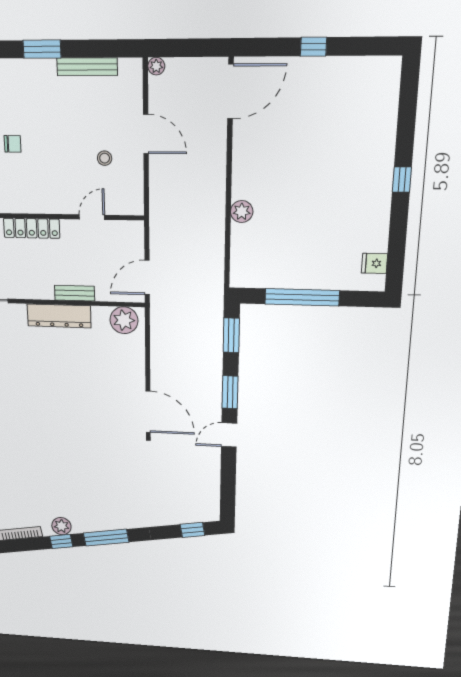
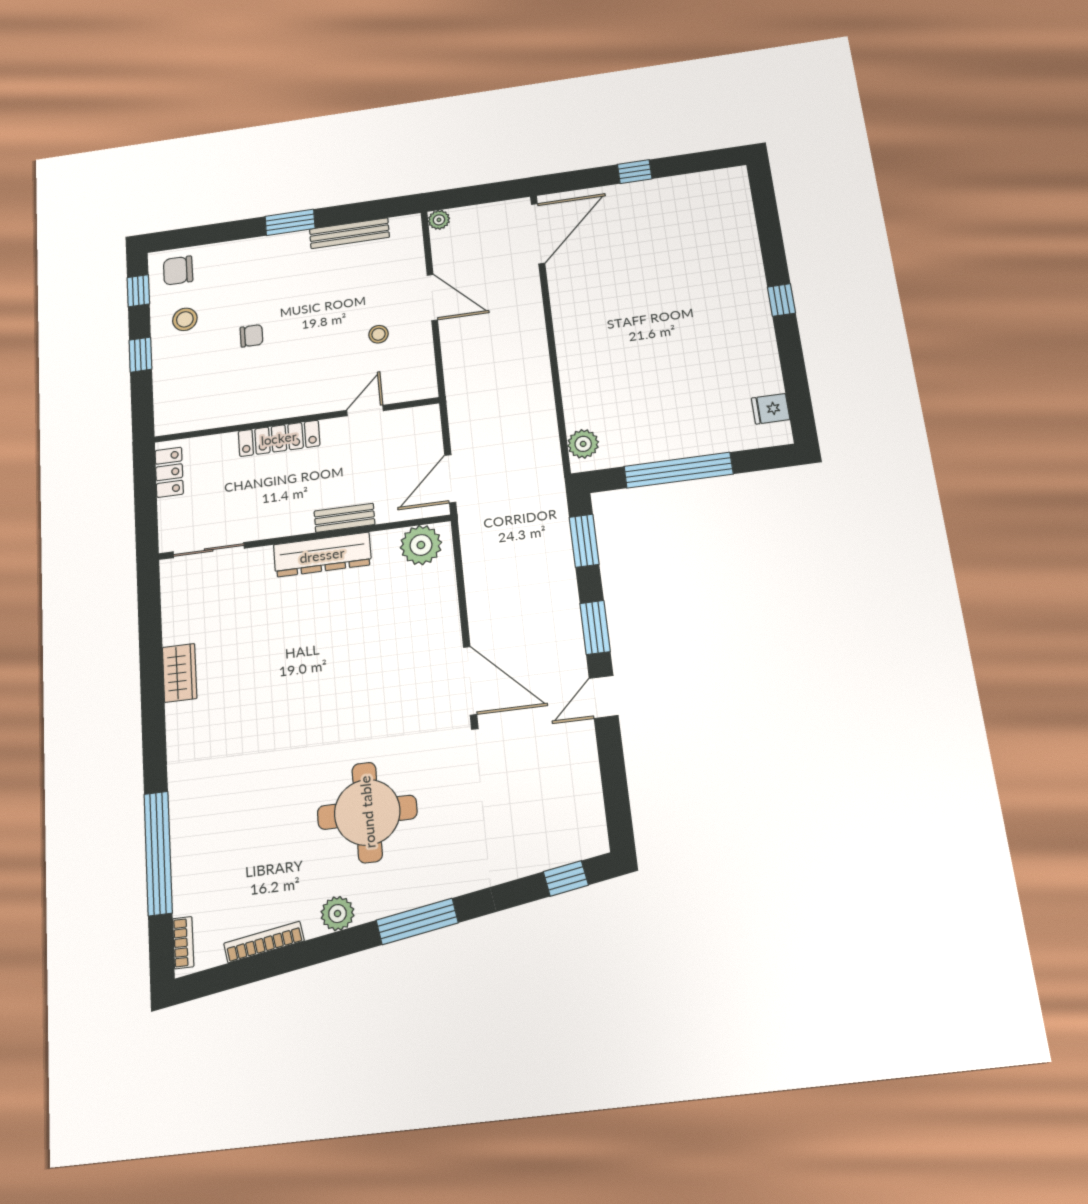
plant: (242, 212) -> (583, 444), moved
round table: (81, 476) -> (367, 812), added
window: (61, 541) -> (338, 944), removed

